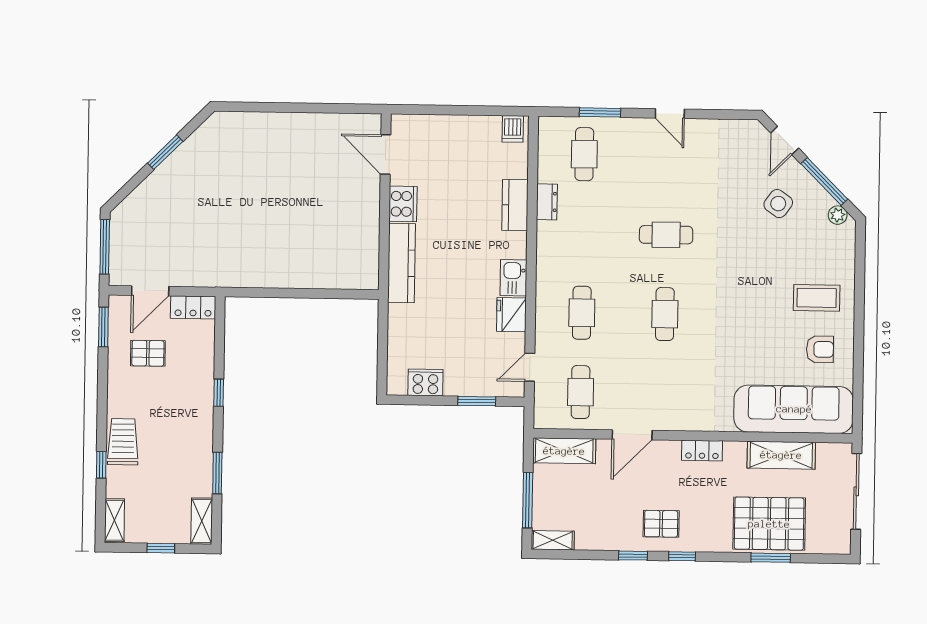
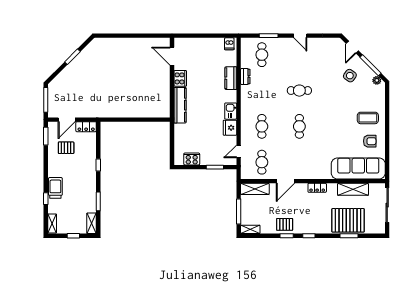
pallet: (661, 524) -> (285, 224), moved

